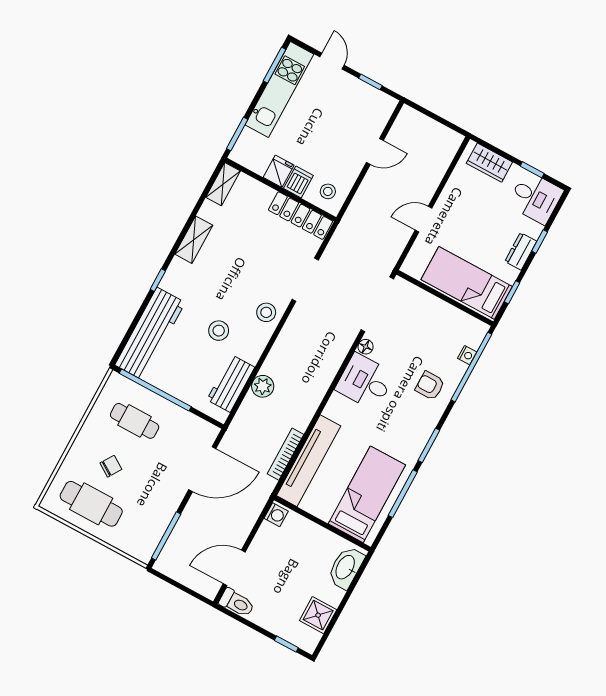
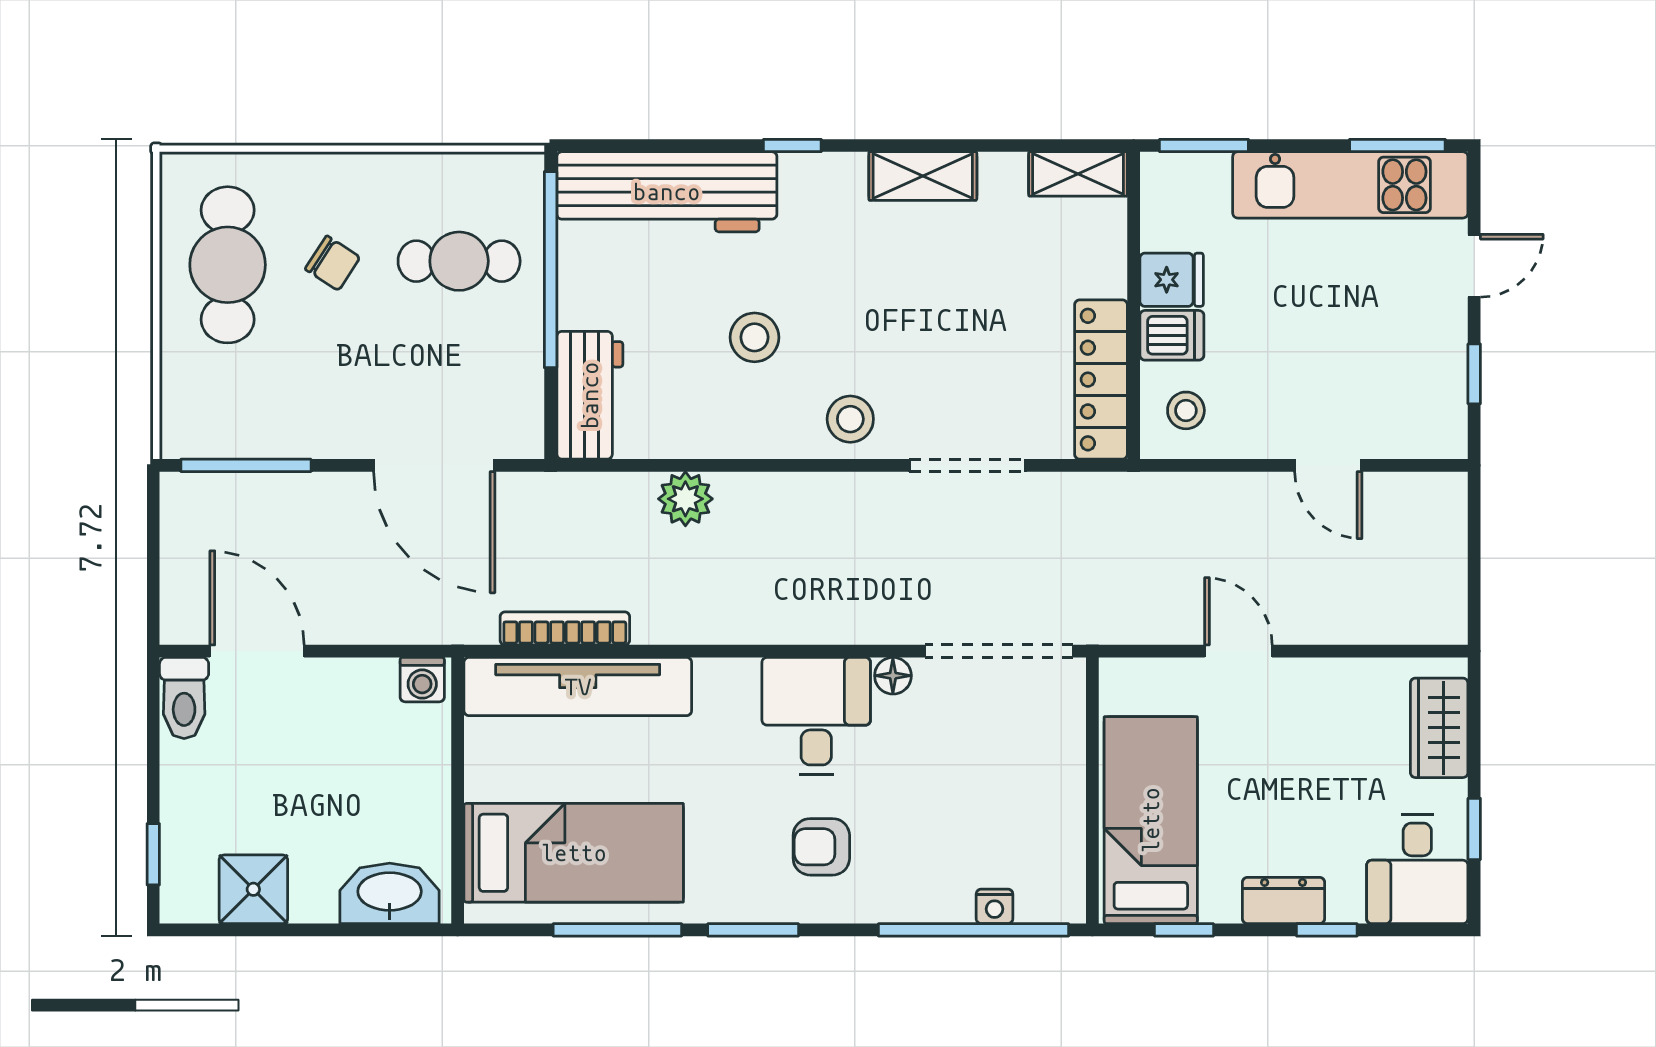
workbench: (231, 383) -> (590, 395), moved, turned 90
armchair: (430, 386) -> (821, 847), moved, turned -90
cafe table: (135, 421) -> (459, 261), turned 90

